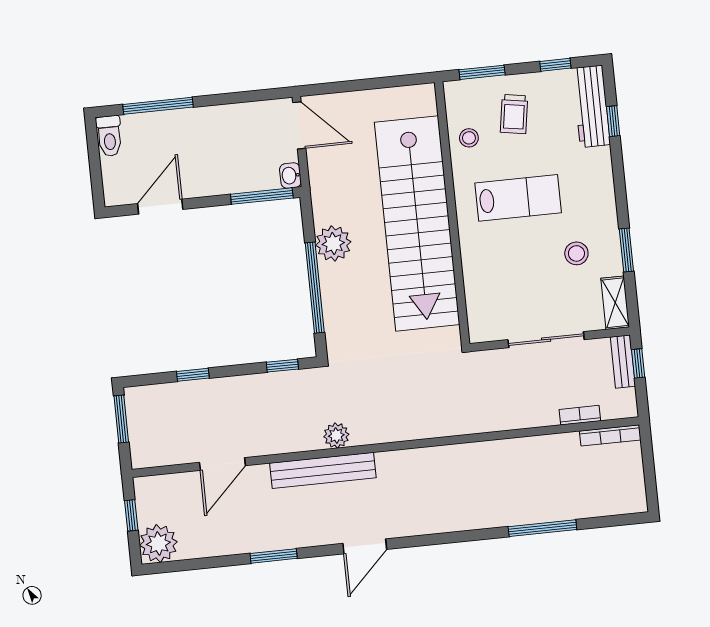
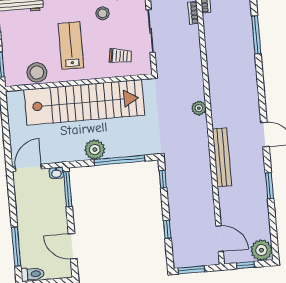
trolley: (514, 114) -> (120, 56), moved
stool: (469, 138) -> (37, 73), width x1.89, depth x1.89
plant: (336, 435) -> (199, 108), moved
door: (222, 464) -> (220, 239), moved

